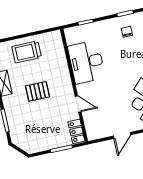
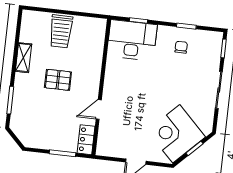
trolley: (27, 52) -> (61, 31), turned -90
desk: (86, 62) -> (132, 40), moved, turned 90
door: (78, 104) -> (99, 110), swing flipped

